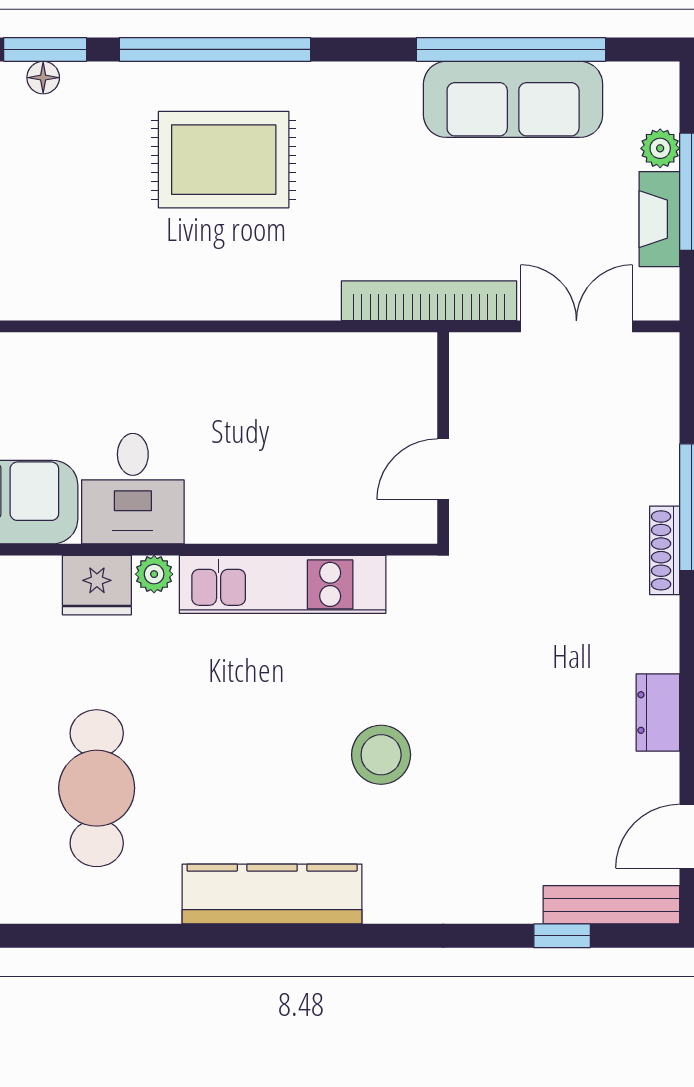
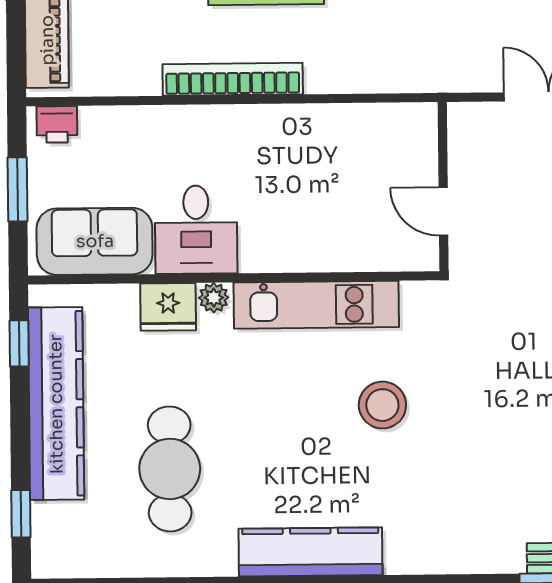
bookcase: (429, 301) -> (233, 79), moved
door: (443, 469) -> (443, 211), hinge flipped
stool: (381, 755) -> (382, 405), moved

